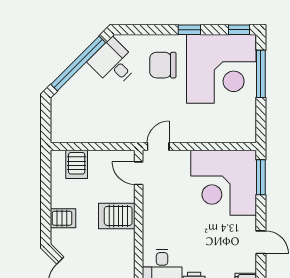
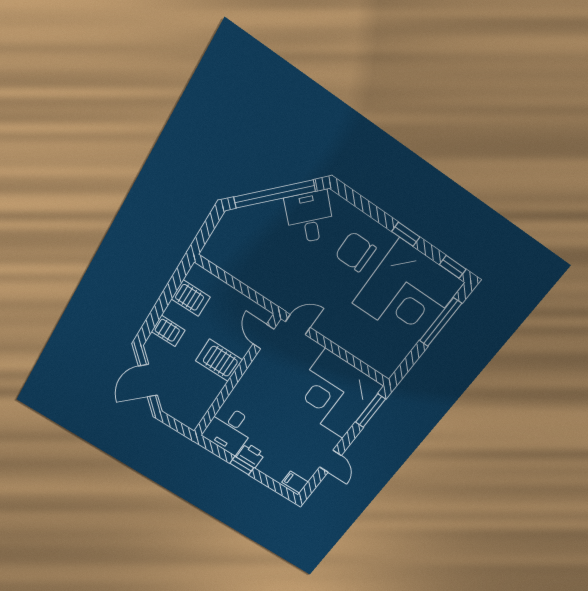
server rack: (77, 164) -> (191, 298), moved, turned -90

